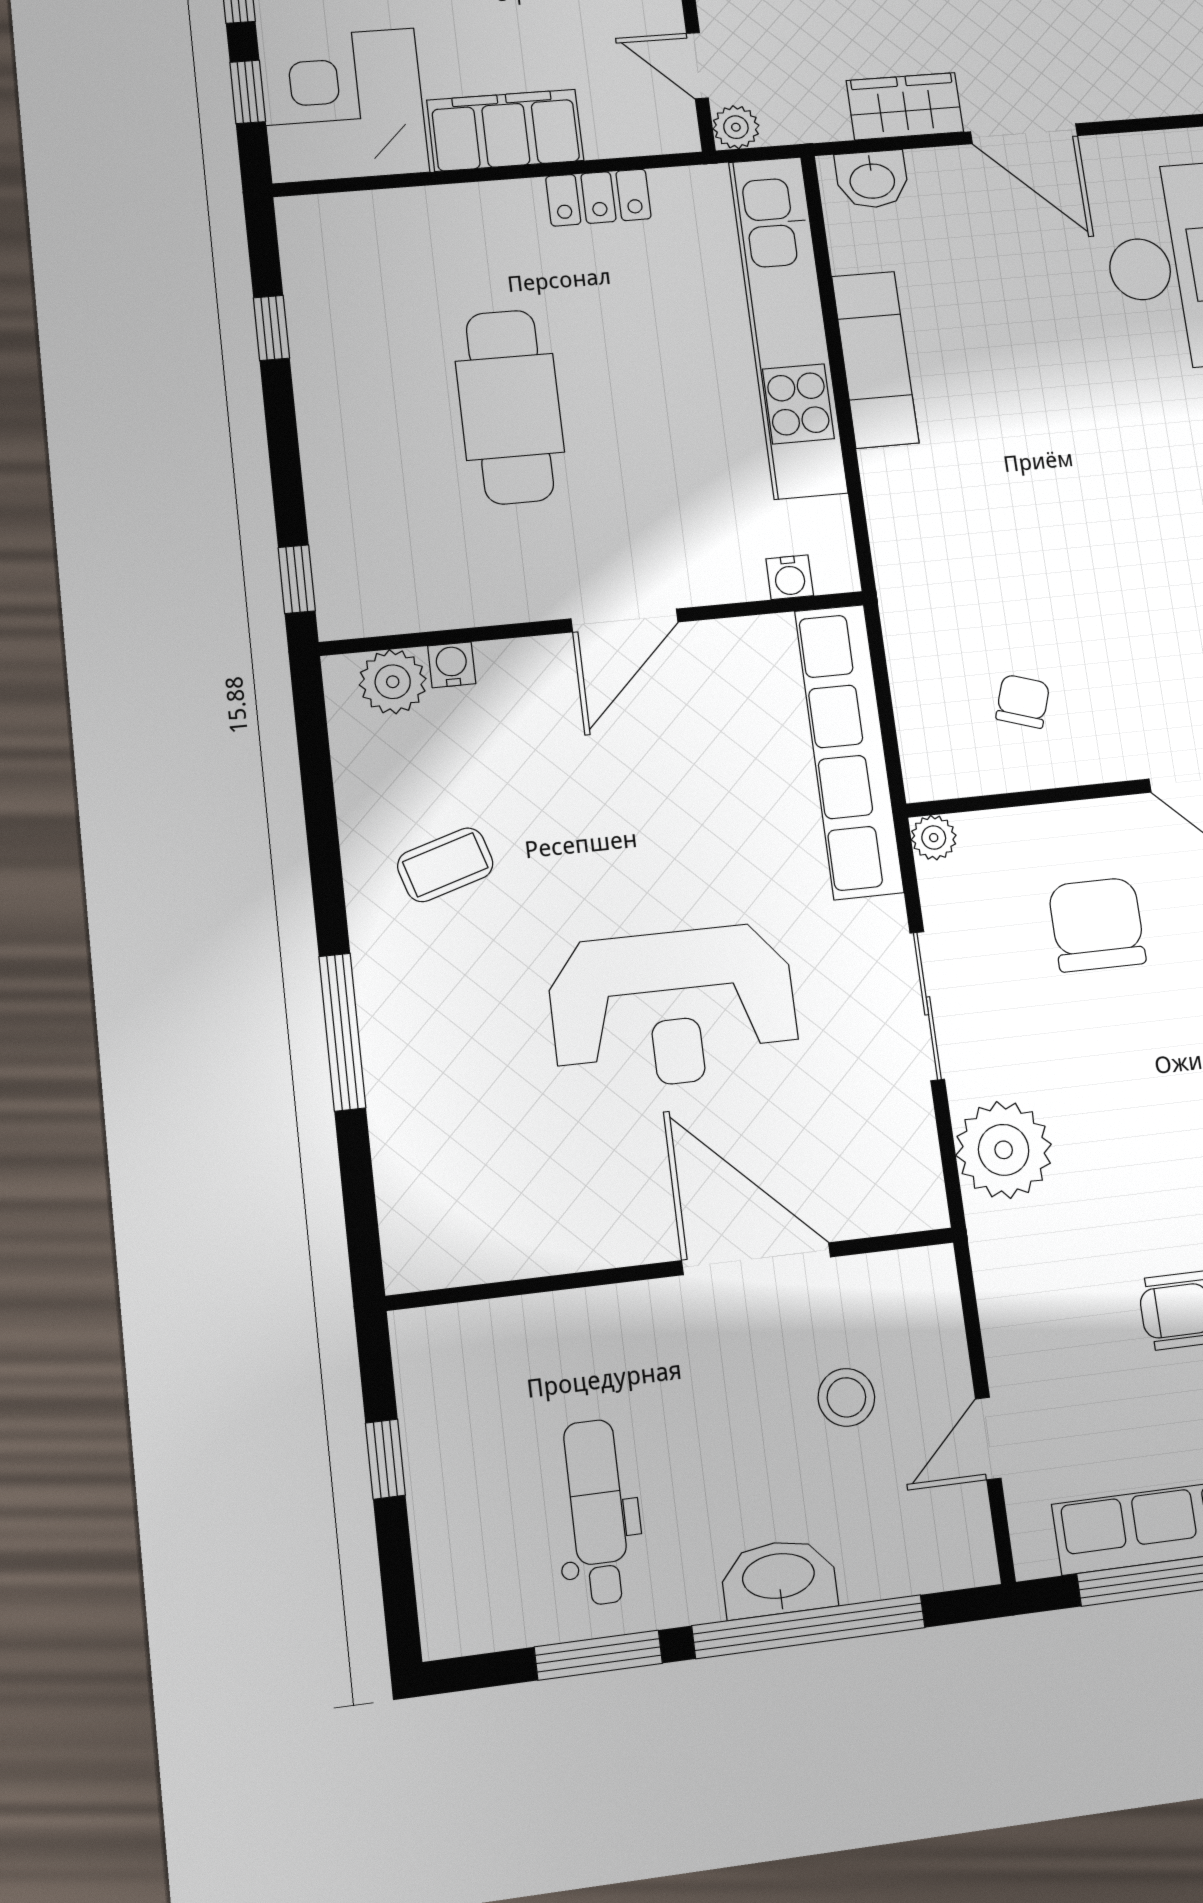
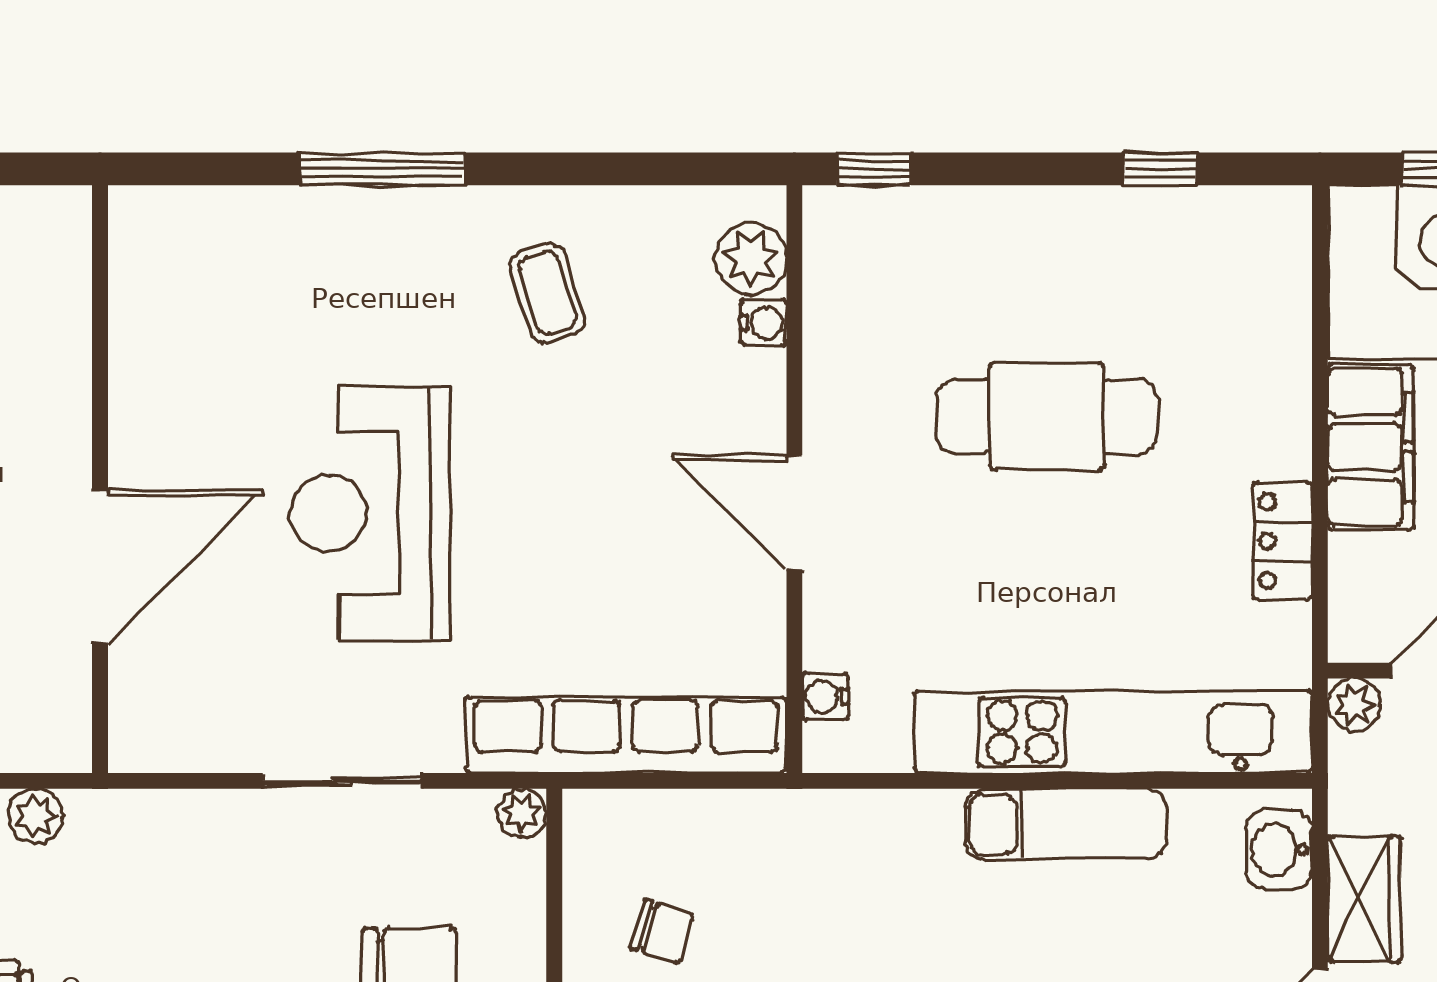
plant: (1004, 1150) -> (36, 816), moved, width x0.53, depth x0.53

